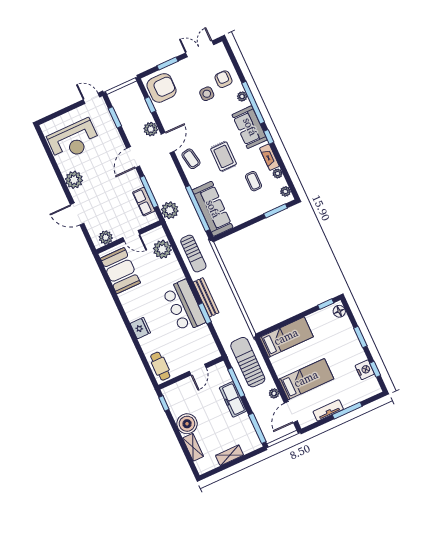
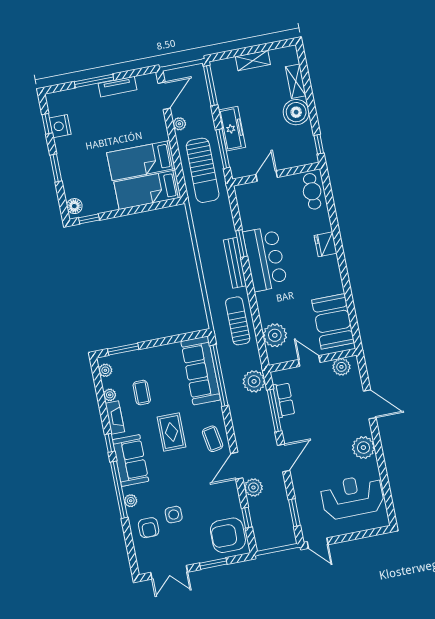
bed: (306, 379) -> (141, 161), moved

